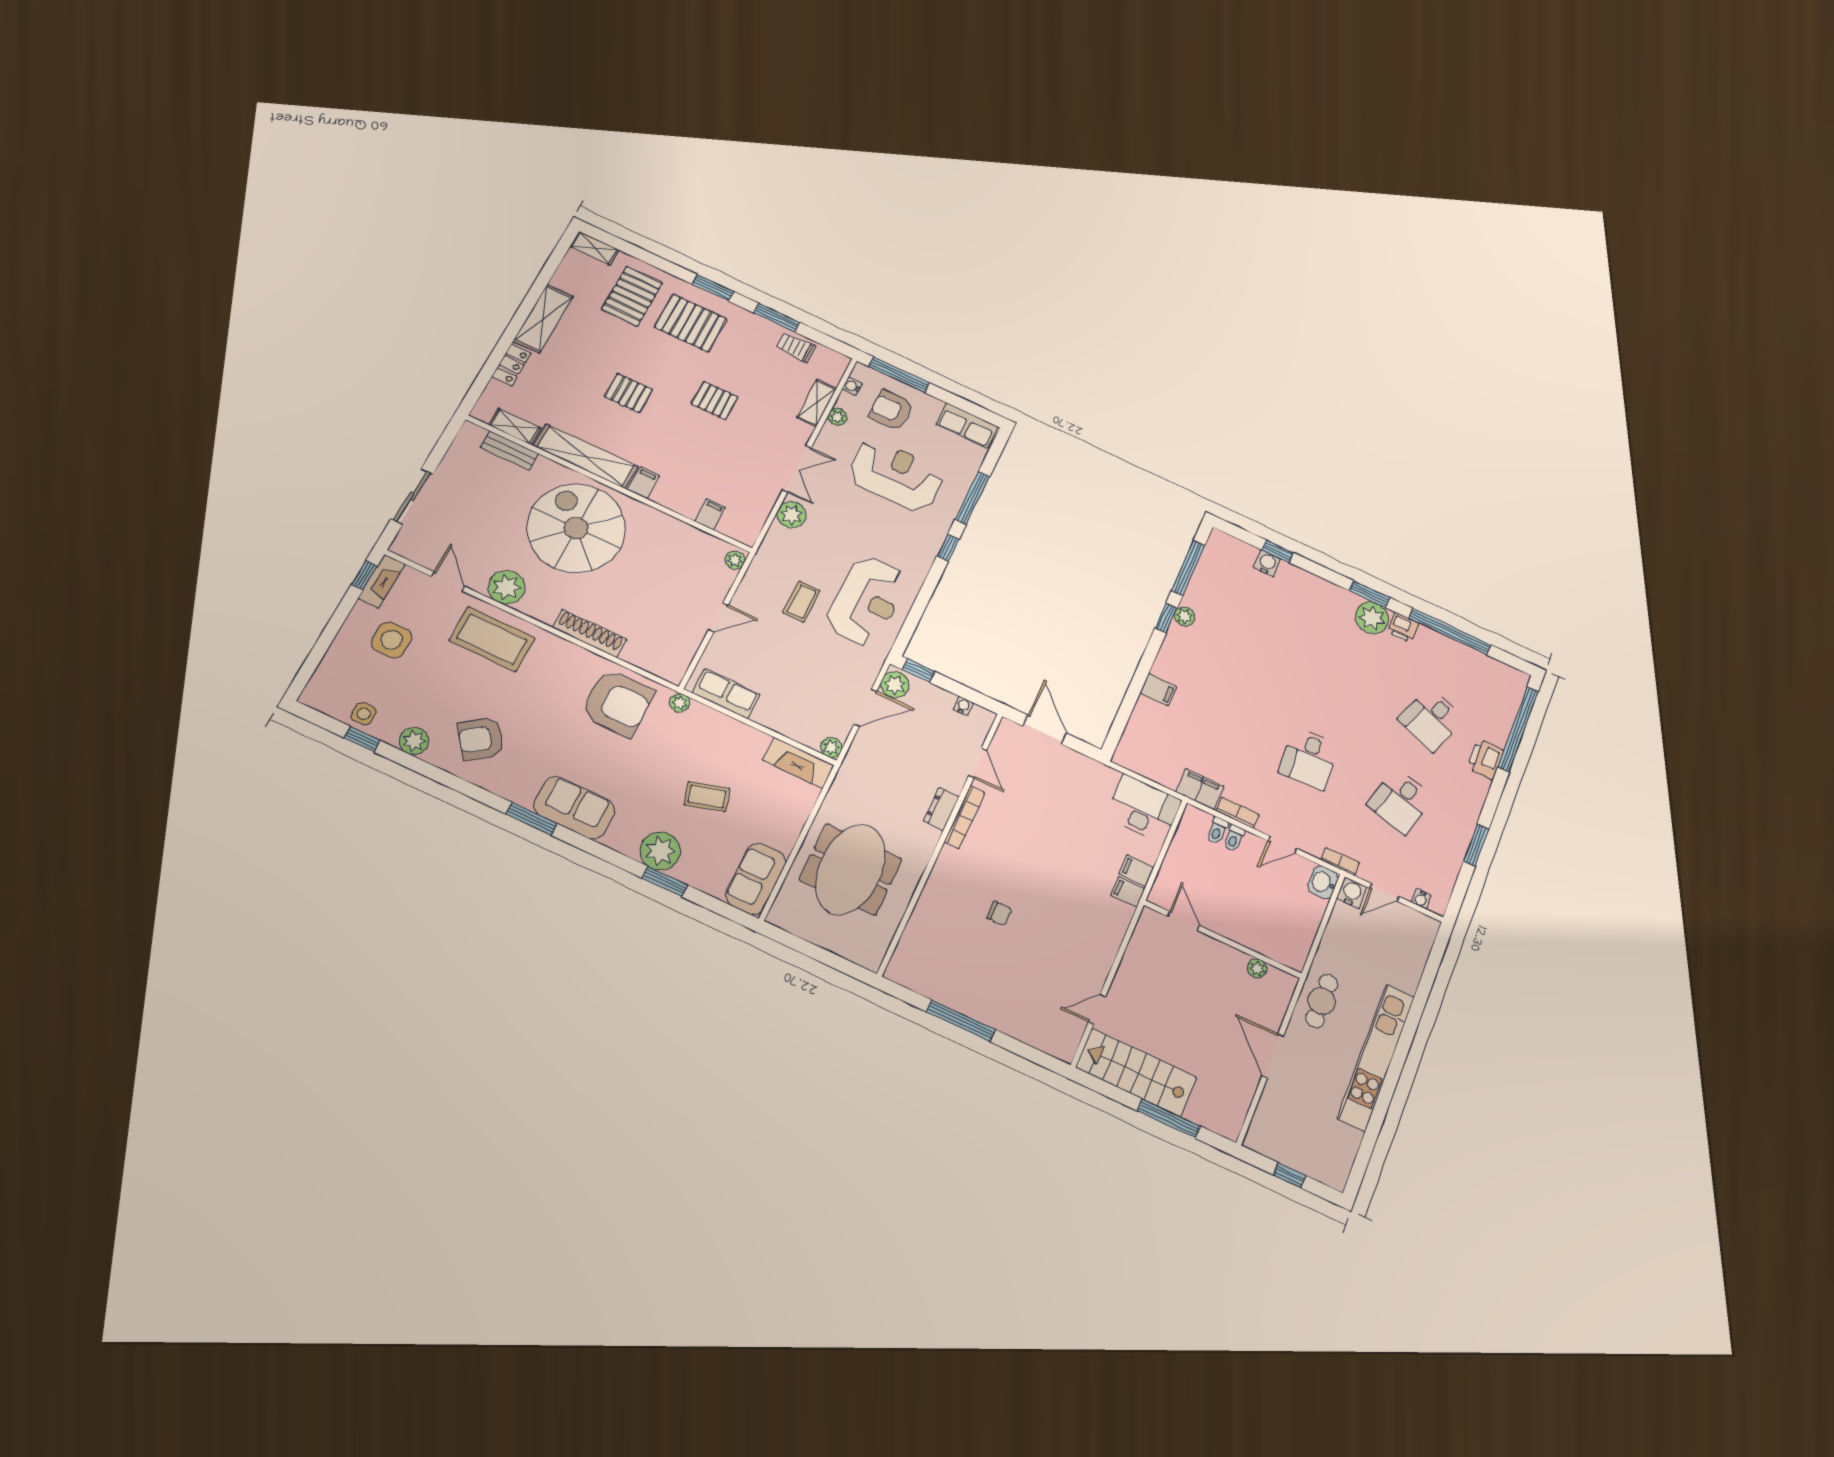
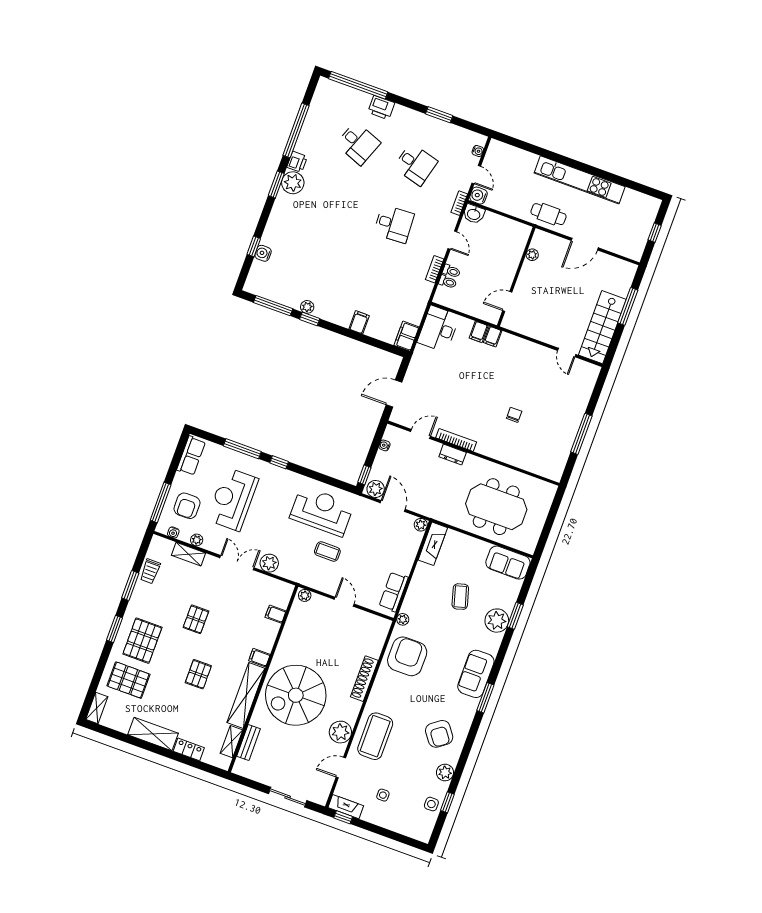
side table: (391, 640) -> (383, 795), width x0.54, depth x0.54
filing cabinet: (1200, 789) -> (406, 336), moved

